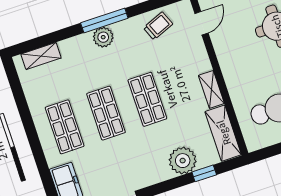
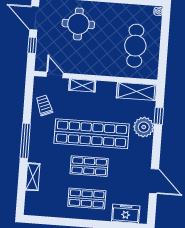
plant: (103, 37) -> (36, 146), removed
shelving: (41, 56) -> (33, 177), moved
shelving: (211, 89) -> (82, 85), moved
shop shelf: (147, 99) -> (92, 134), width x2.00, depth x1.36

